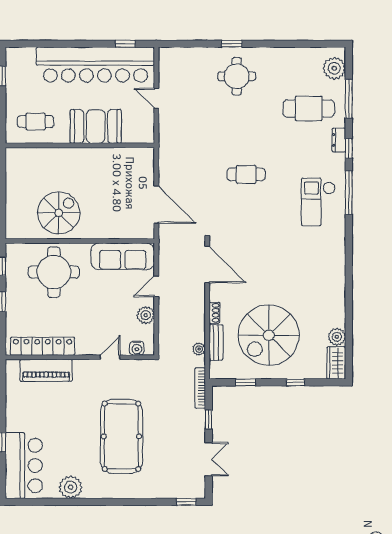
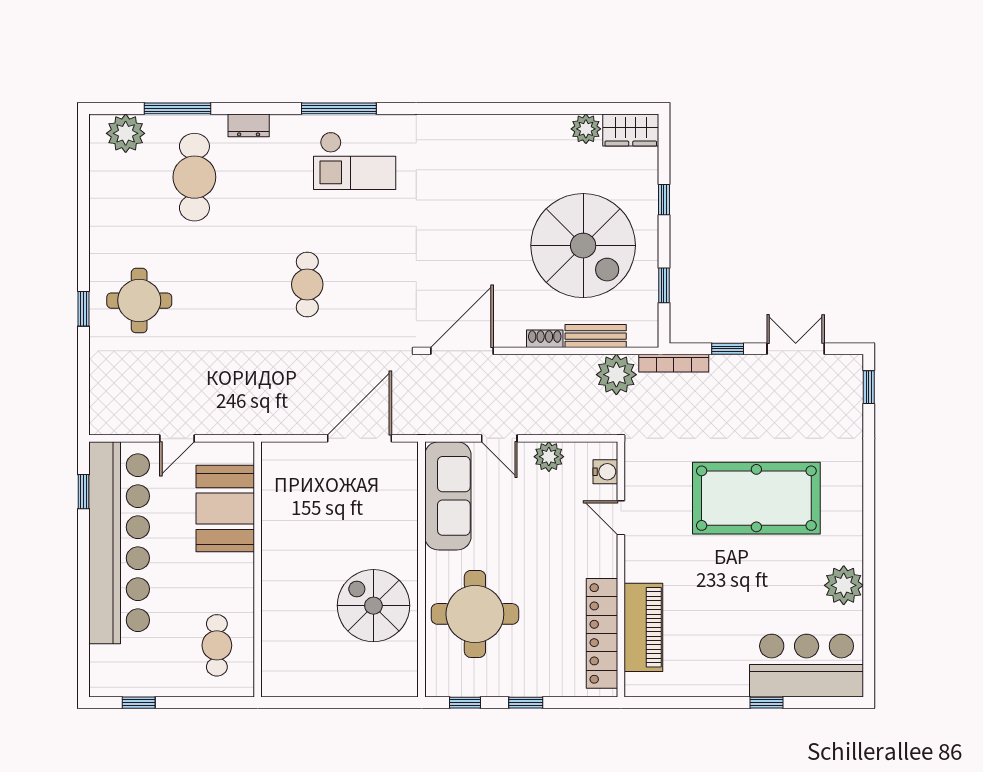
booth: (96, 126) -> (225, 509), moved
window: (349, 148) -> (263, 108), removed
plant: (199, 349) -> (616, 375), width x1.87, depth x1.87

